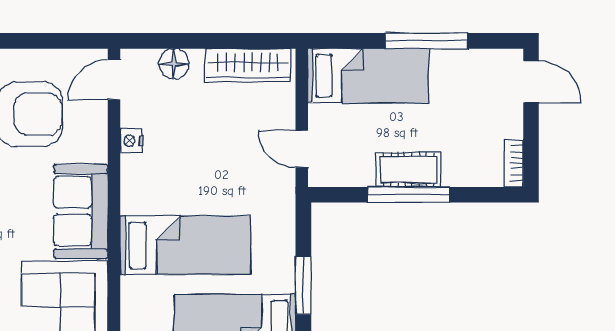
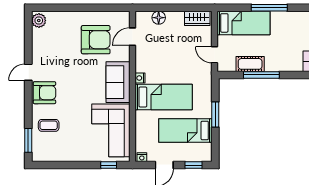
wardrobe: (248, 65) -> (197, 18), width x0.67
door: (114, 80) -> (132, 37), moved
nightstand: (131, 141) -> (140, 78), moved
cot: (409, 170) -> (250, 64), moved

